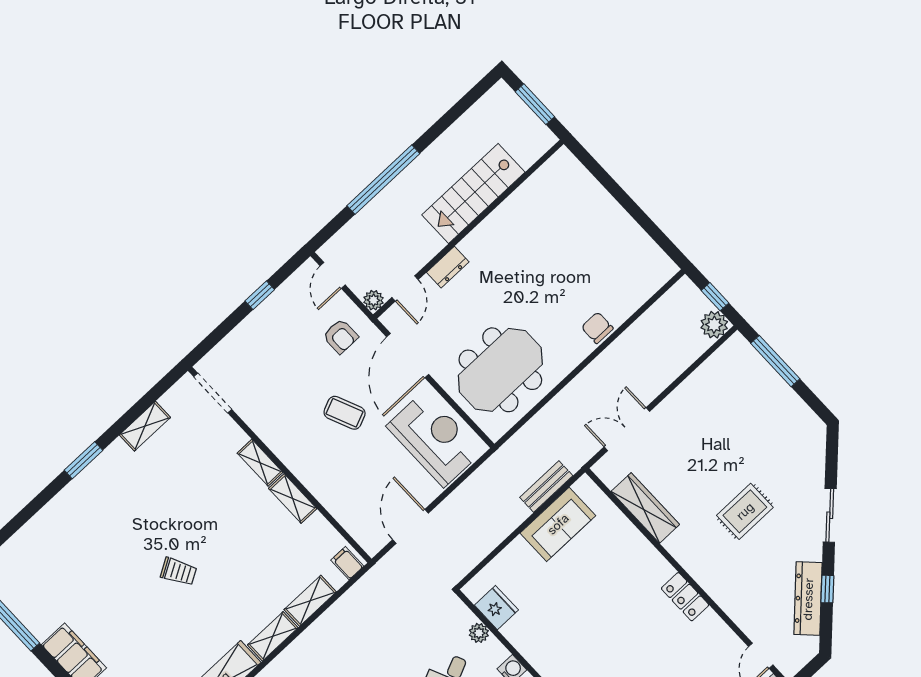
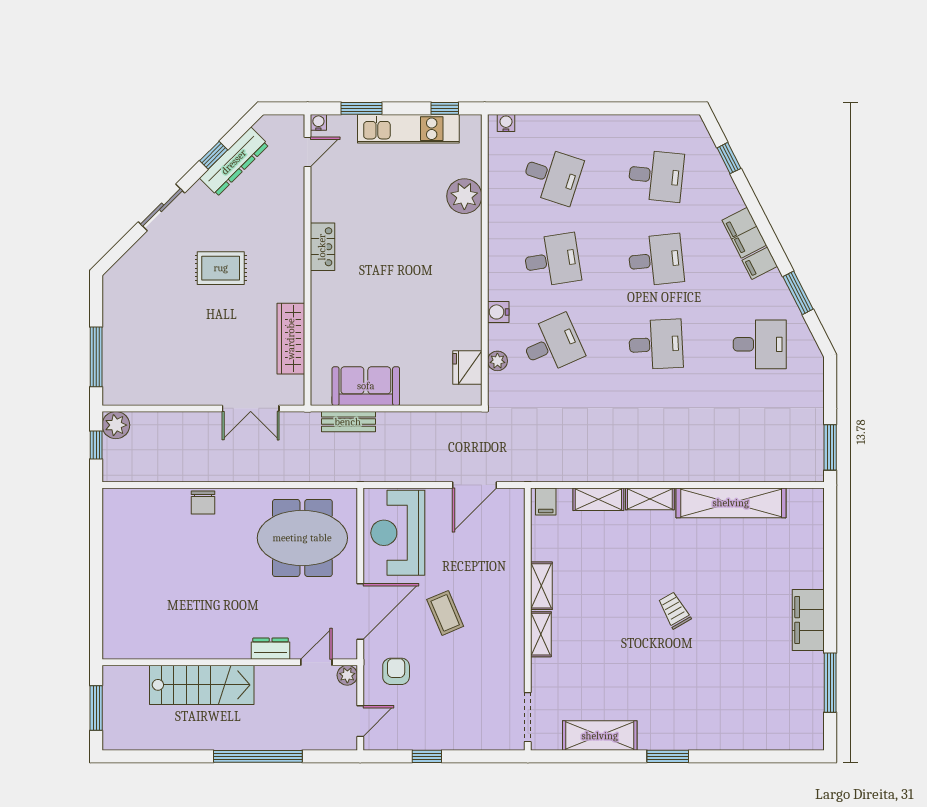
shelving: (145, 426) -> (600, 736), width x1.50, depth x1.33

